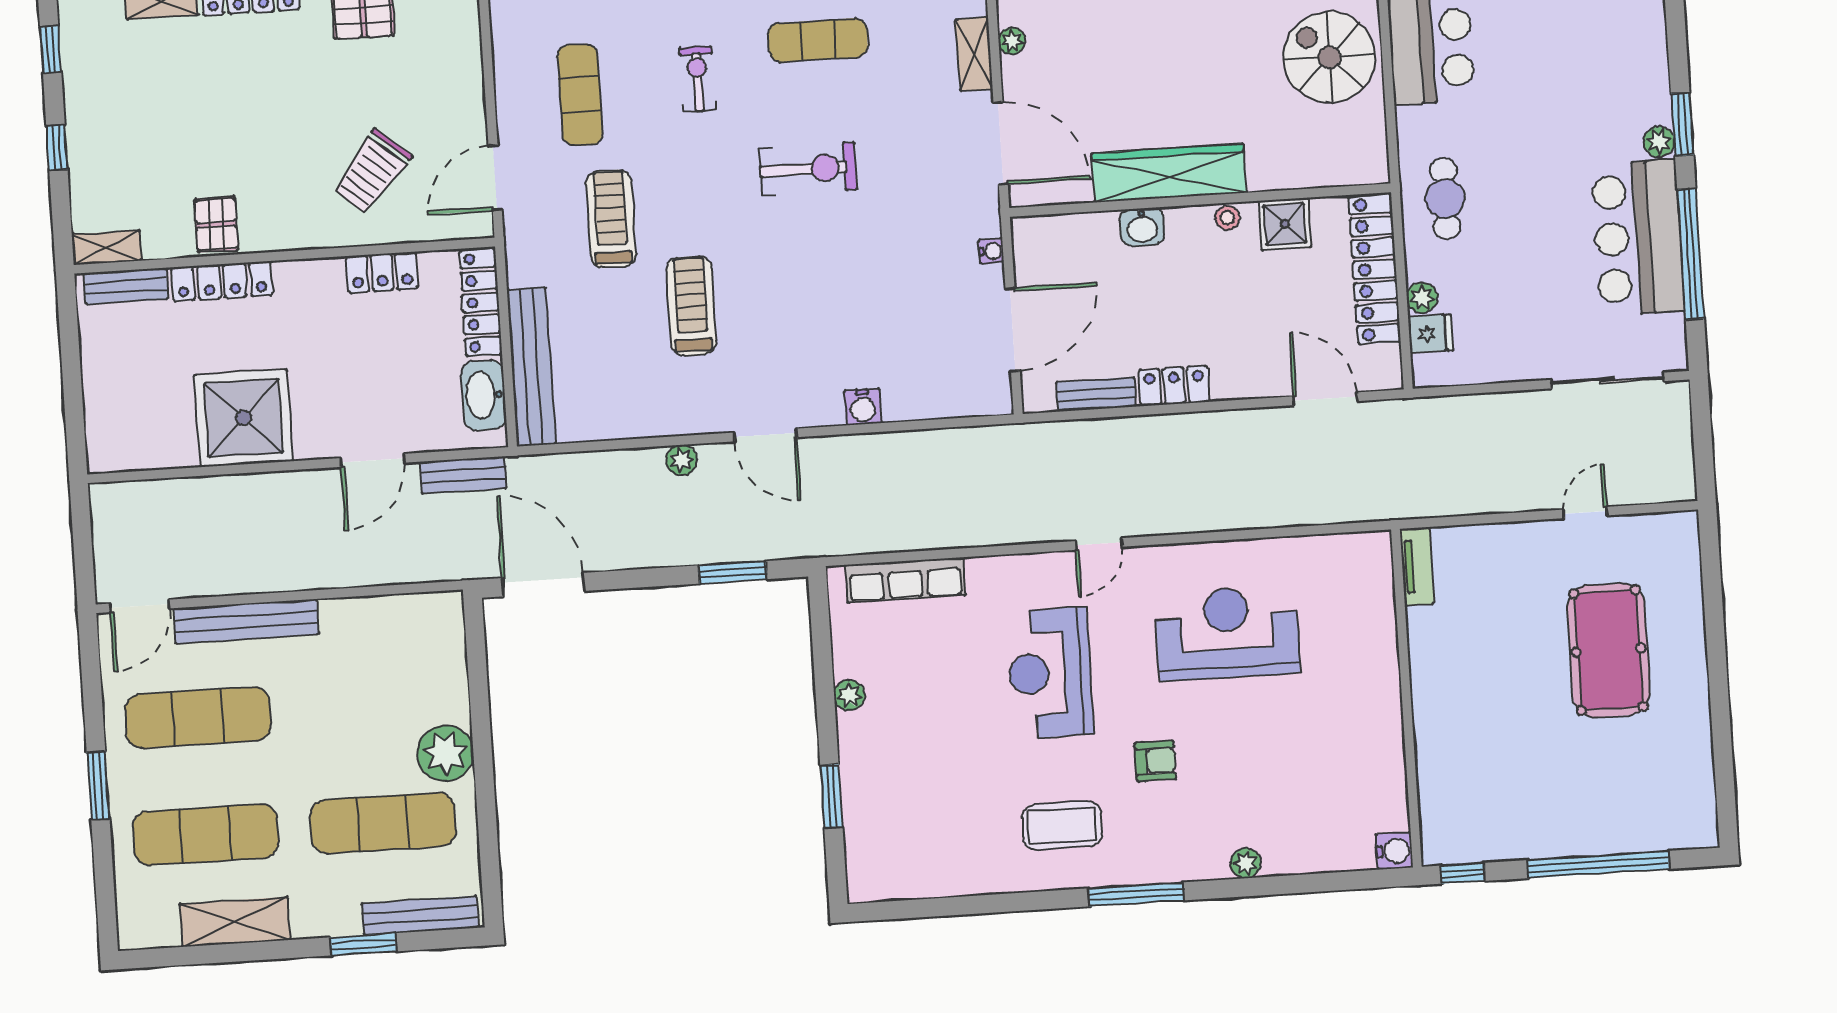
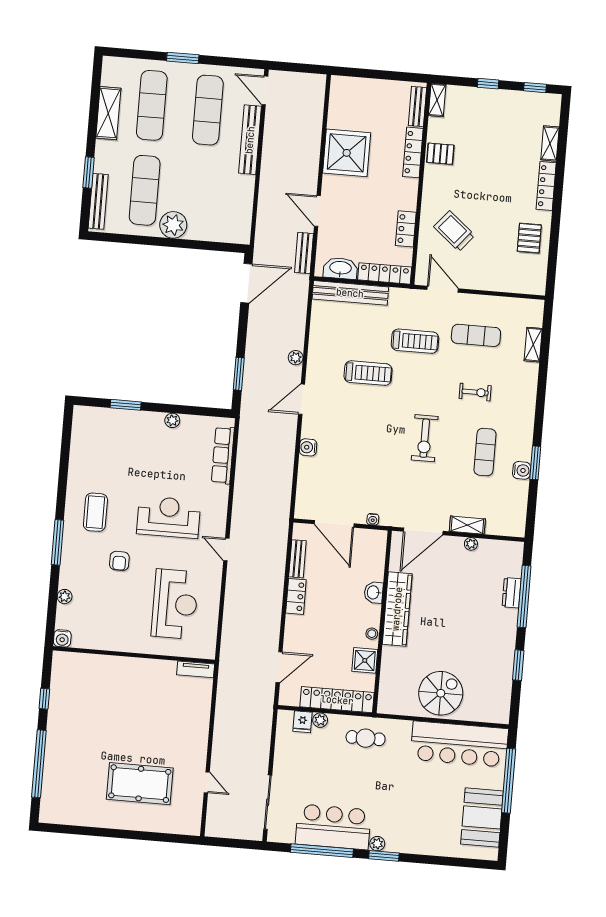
tv unit: (1417, 566) -> (196, 669), moved
wall: (1406, 698) -> (134, 655), moved
water cooler: (1394, 851) -> (62, 638), moved

